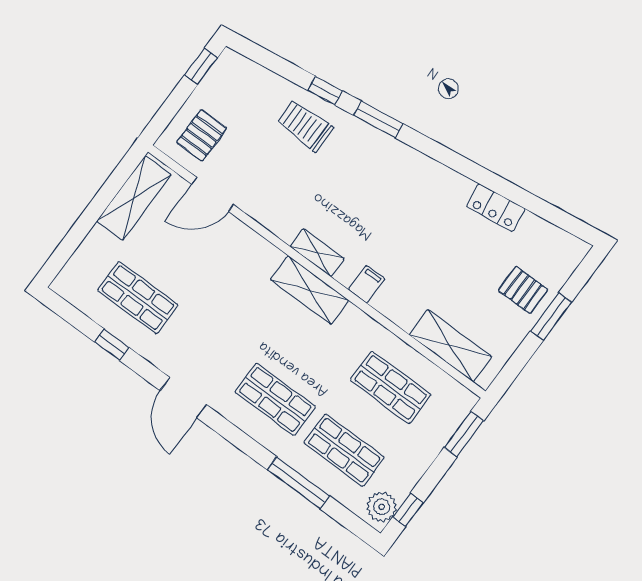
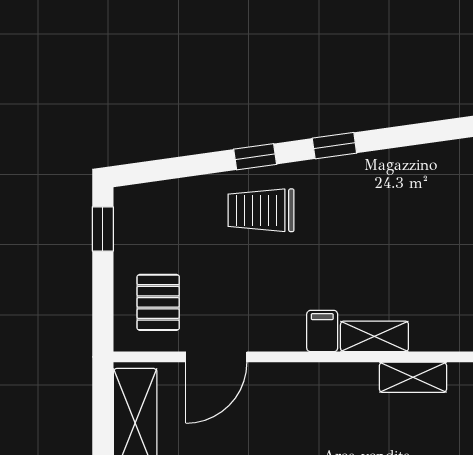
window: (378, 119) -> (334, 146), width x0.67
filing cabinet: (367, 284) -> (322, 331), moved
shelving: (310, 290) -> (413, 377), width x0.67, depth x0.75

